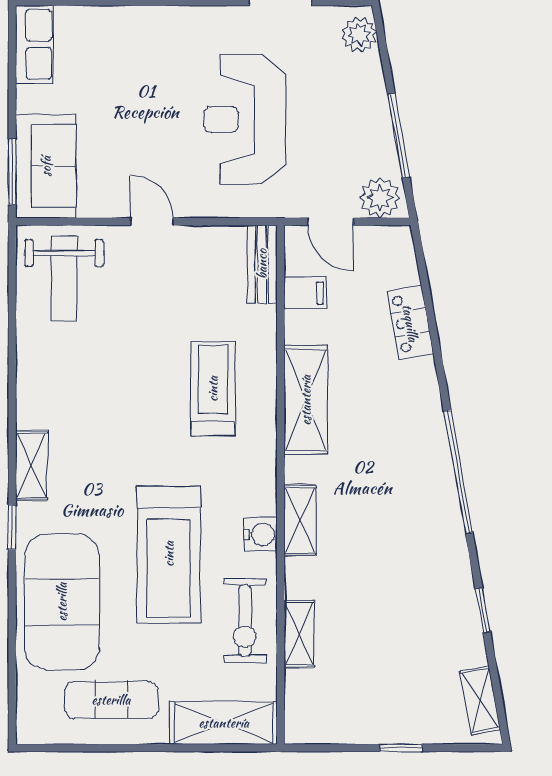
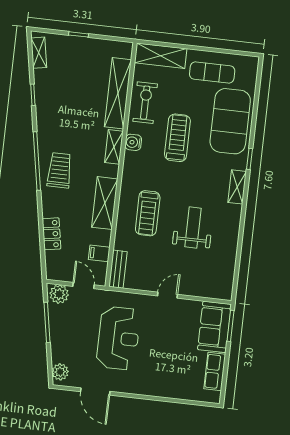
row of seats: (34, 44) -> (215, 372), moved
door: (152, 222) -> (167, 295), swing flipped
weight bench: (64, 279) -> (193, 228), moved
trolley: (409, 458) -> (60, 170), added
treadmill: (169, 554) -> (177, 138), width x0.73, depth x0.73
shelving: (299, 634) -> (118, 93), width x2.20, depth x1.33

